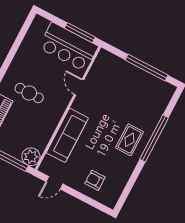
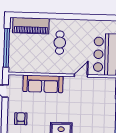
plant: (31, 157) -> (15, 66), removed

